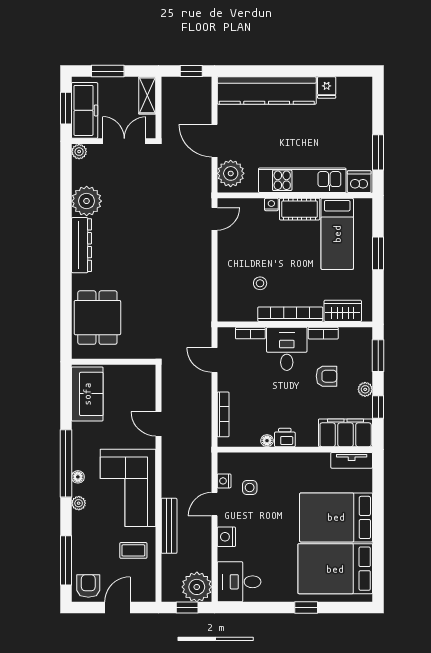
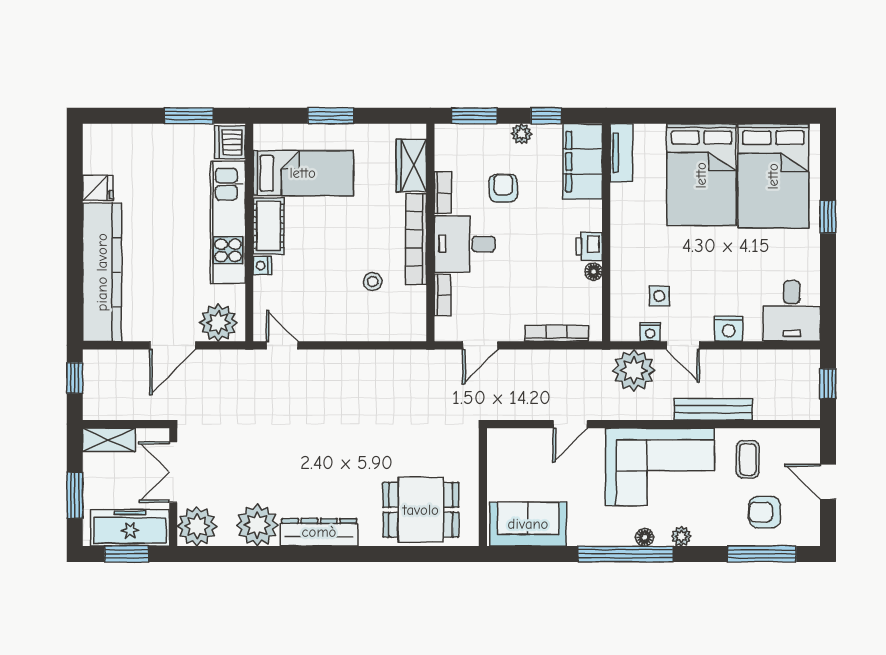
plant: (79, 152) -> (197, 526), width x1.88, depth x1.88
armchair: (88, 586) -> (765, 512), moved
plant: (197, 587) -> (634, 370), moved

